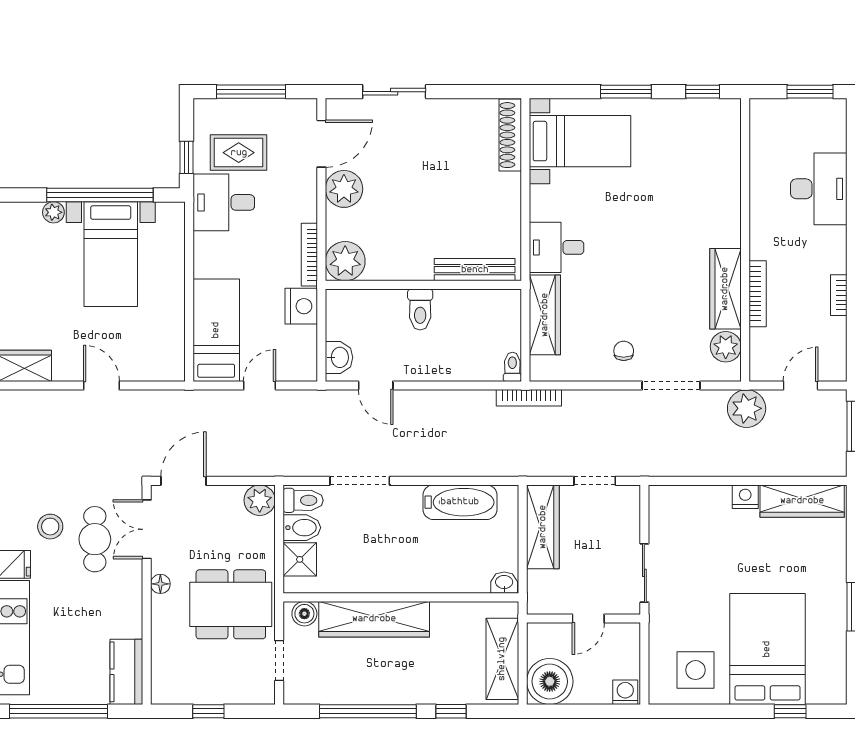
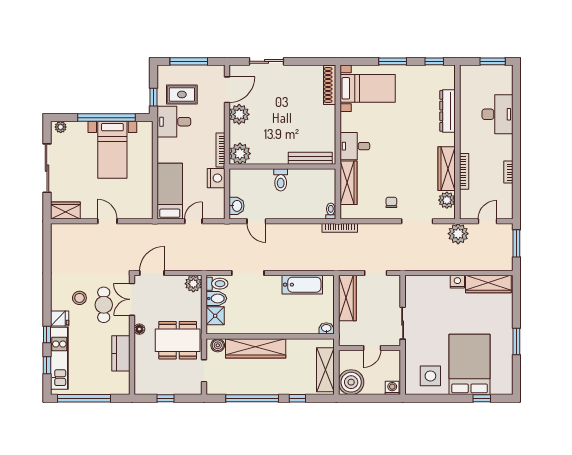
dresser: (727, 183) -> (448, 111), added
plant: (53, 212) -> (61, 127), moved
kitchen counter: (126, 672) -> (121, 353), moved

